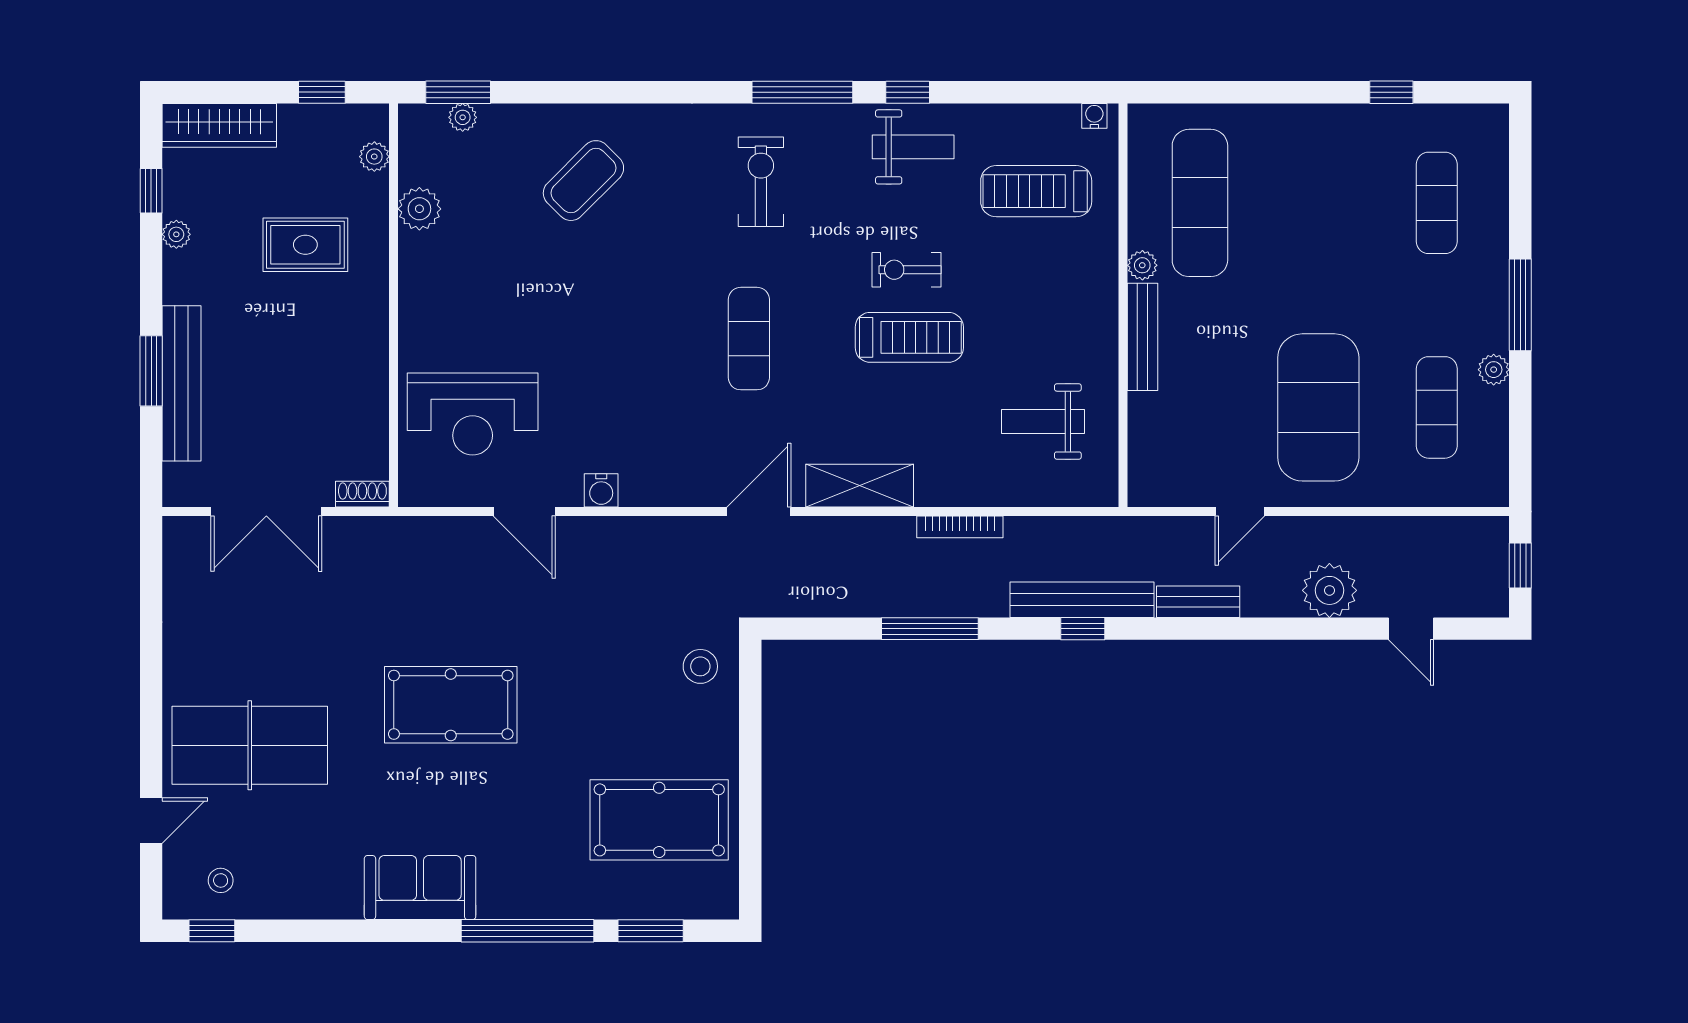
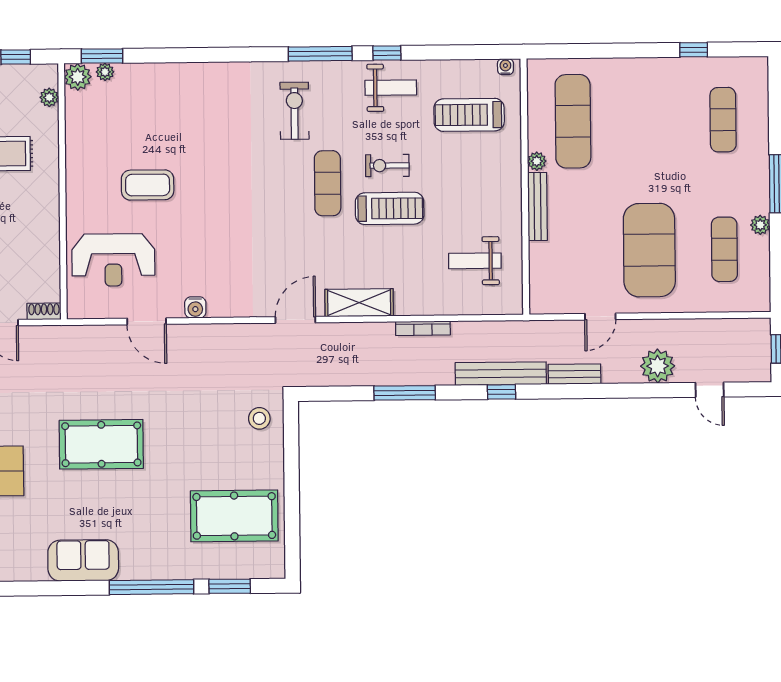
coffee table: (583, 181) -> (148, 185), moved, turned 45
plant: (419, 209) -> (78, 77), moved
exercise mat: (749, 339) -> (328, 183), moved

